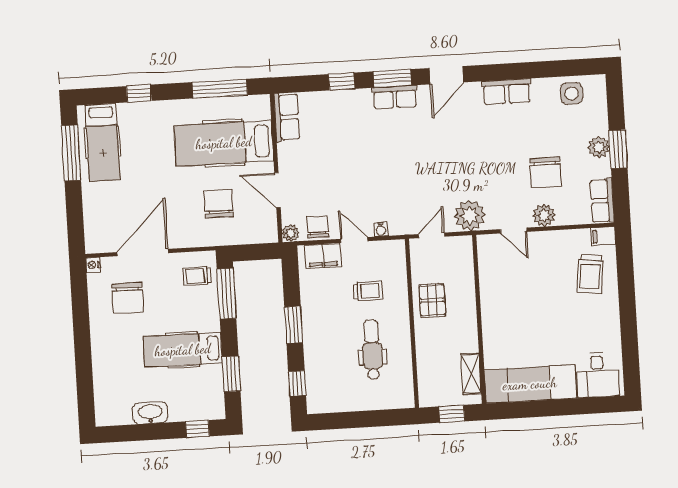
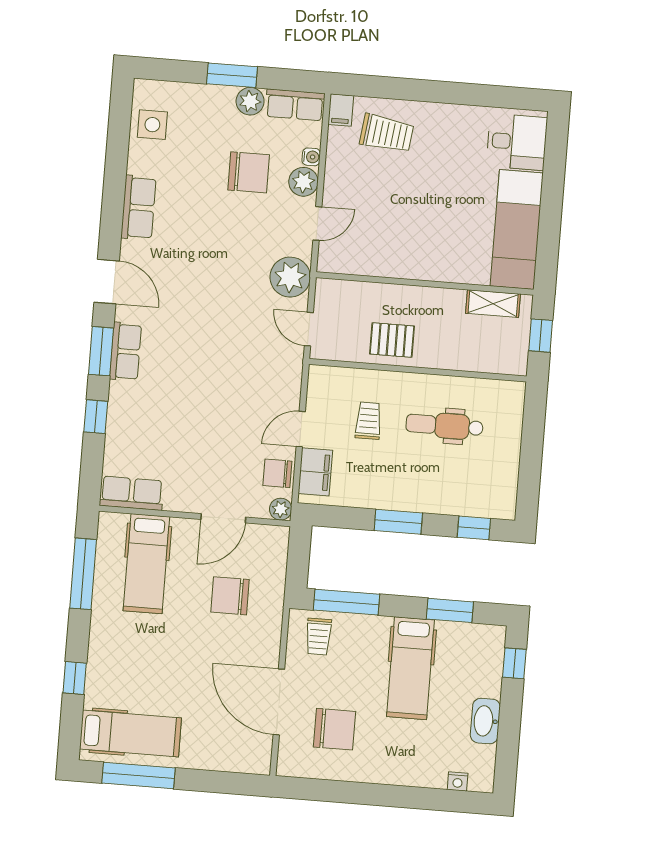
hospital bed: (224, 143) -> (146, 564), width x0.73, depth x0.78
plant: (599, 147) -> (250, 101), moved
water cooler: (381, 229) -> (311, 157), moved
nightstand: (93, 265) -> (458, 782), moved

